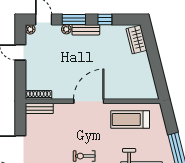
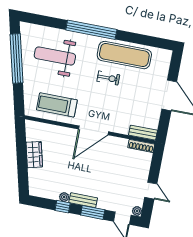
plant: (66, 29) -> (64, 197), moved
wardrobe: (136, 39) -> (34, 155), moved
treadmill: (130, 119) -> (57, 105), turned 180

